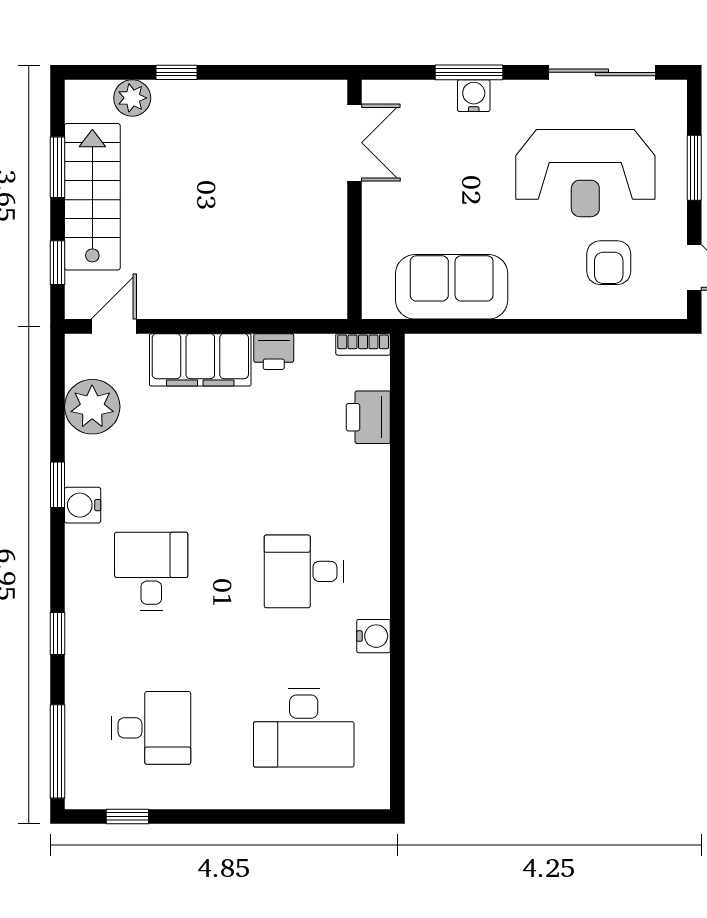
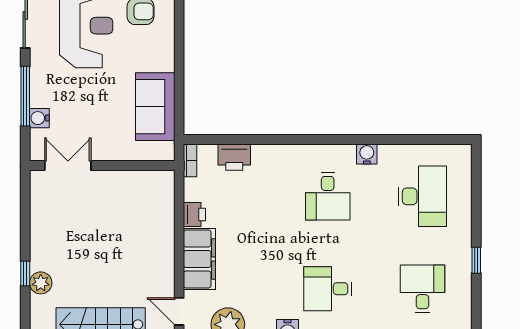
window: (469, 72) -> (25, 96), width x1.44
water cooler: (474, 96) -> (39, 118), moved
plant: (132, 98) -> (41, 283), moved
window: (127, 816) -> (476, 260), moved

